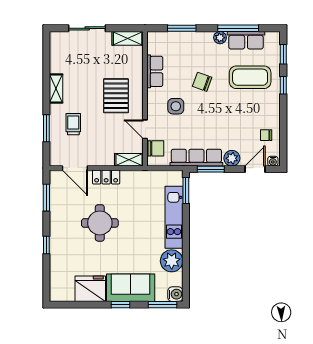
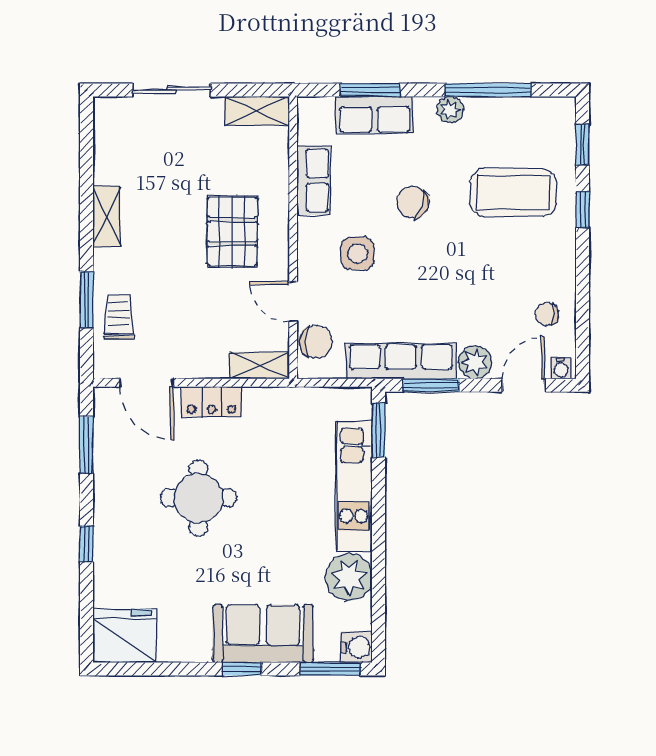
row of seats: (246, 40) -> (375, 115), moved
trolley: (73, 124) -> (119, 317), moved
fridge: (90, 289) -> (125, 636), moved

